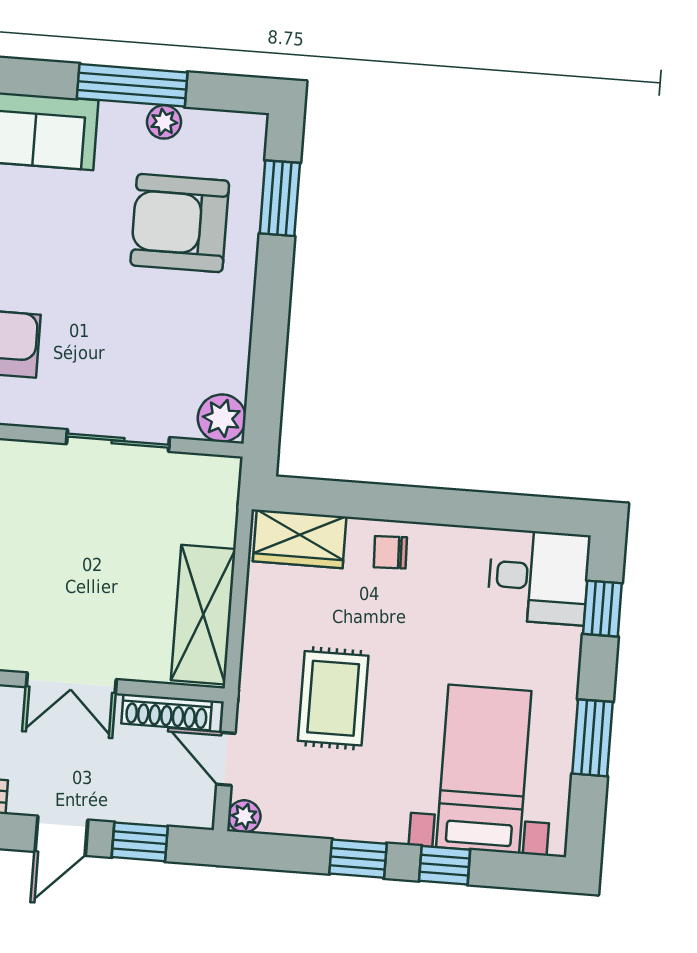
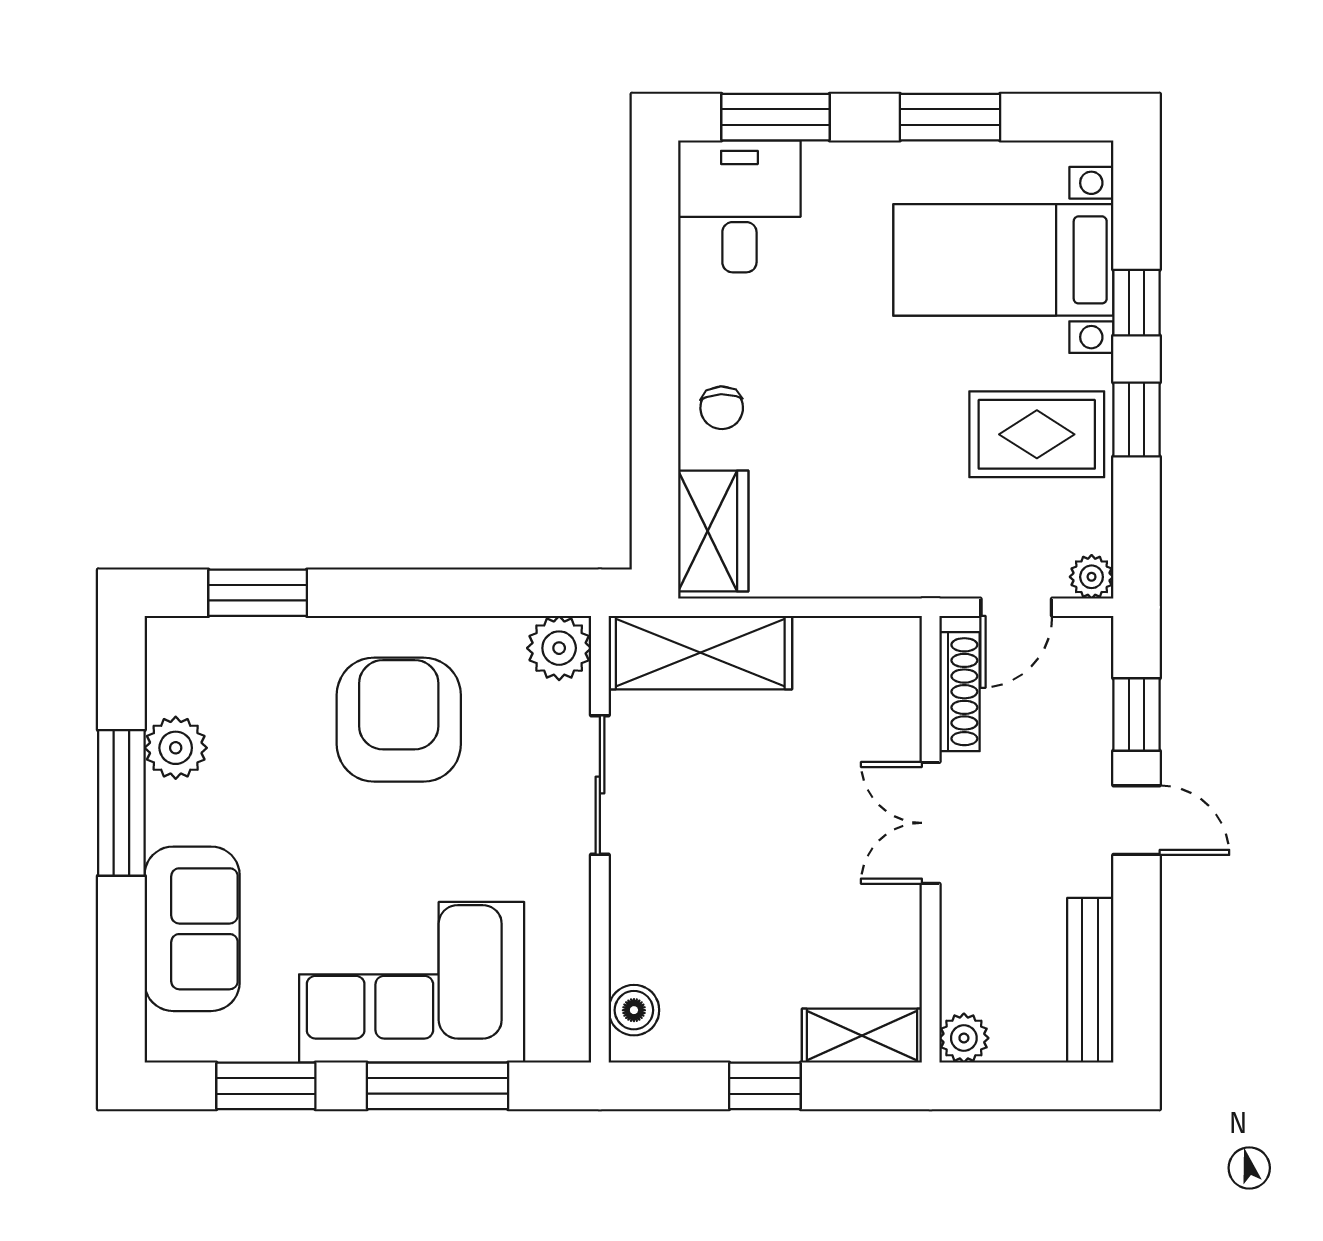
plant: (164, 122) -> (176, 748), width x1.38, depth x1.38
armchair: (180, 223) -> (399, 720), moved, turned 180
window: (602, 609) -> (775, 117), width x1.50
shelving: (203, 615) -> (700, 653), moved
double door: (71, 683) -> (931, 823), swing flipped
rug: (333, 698) -> (1037, 434), moved

